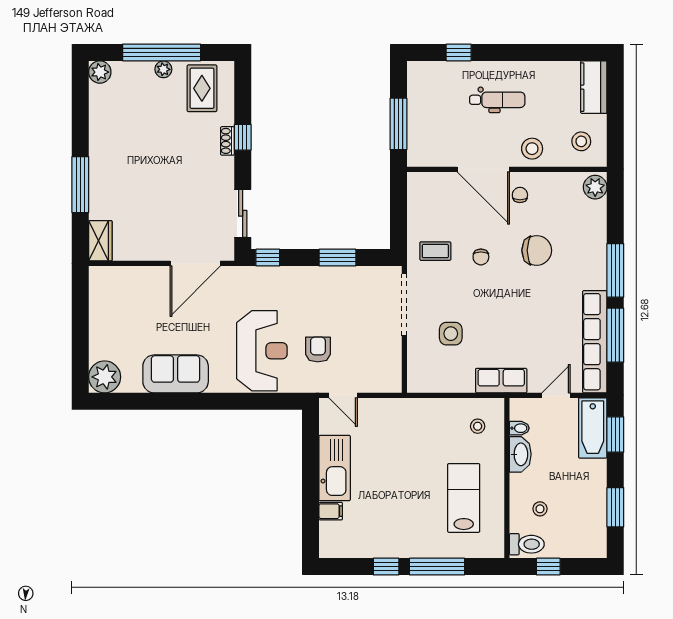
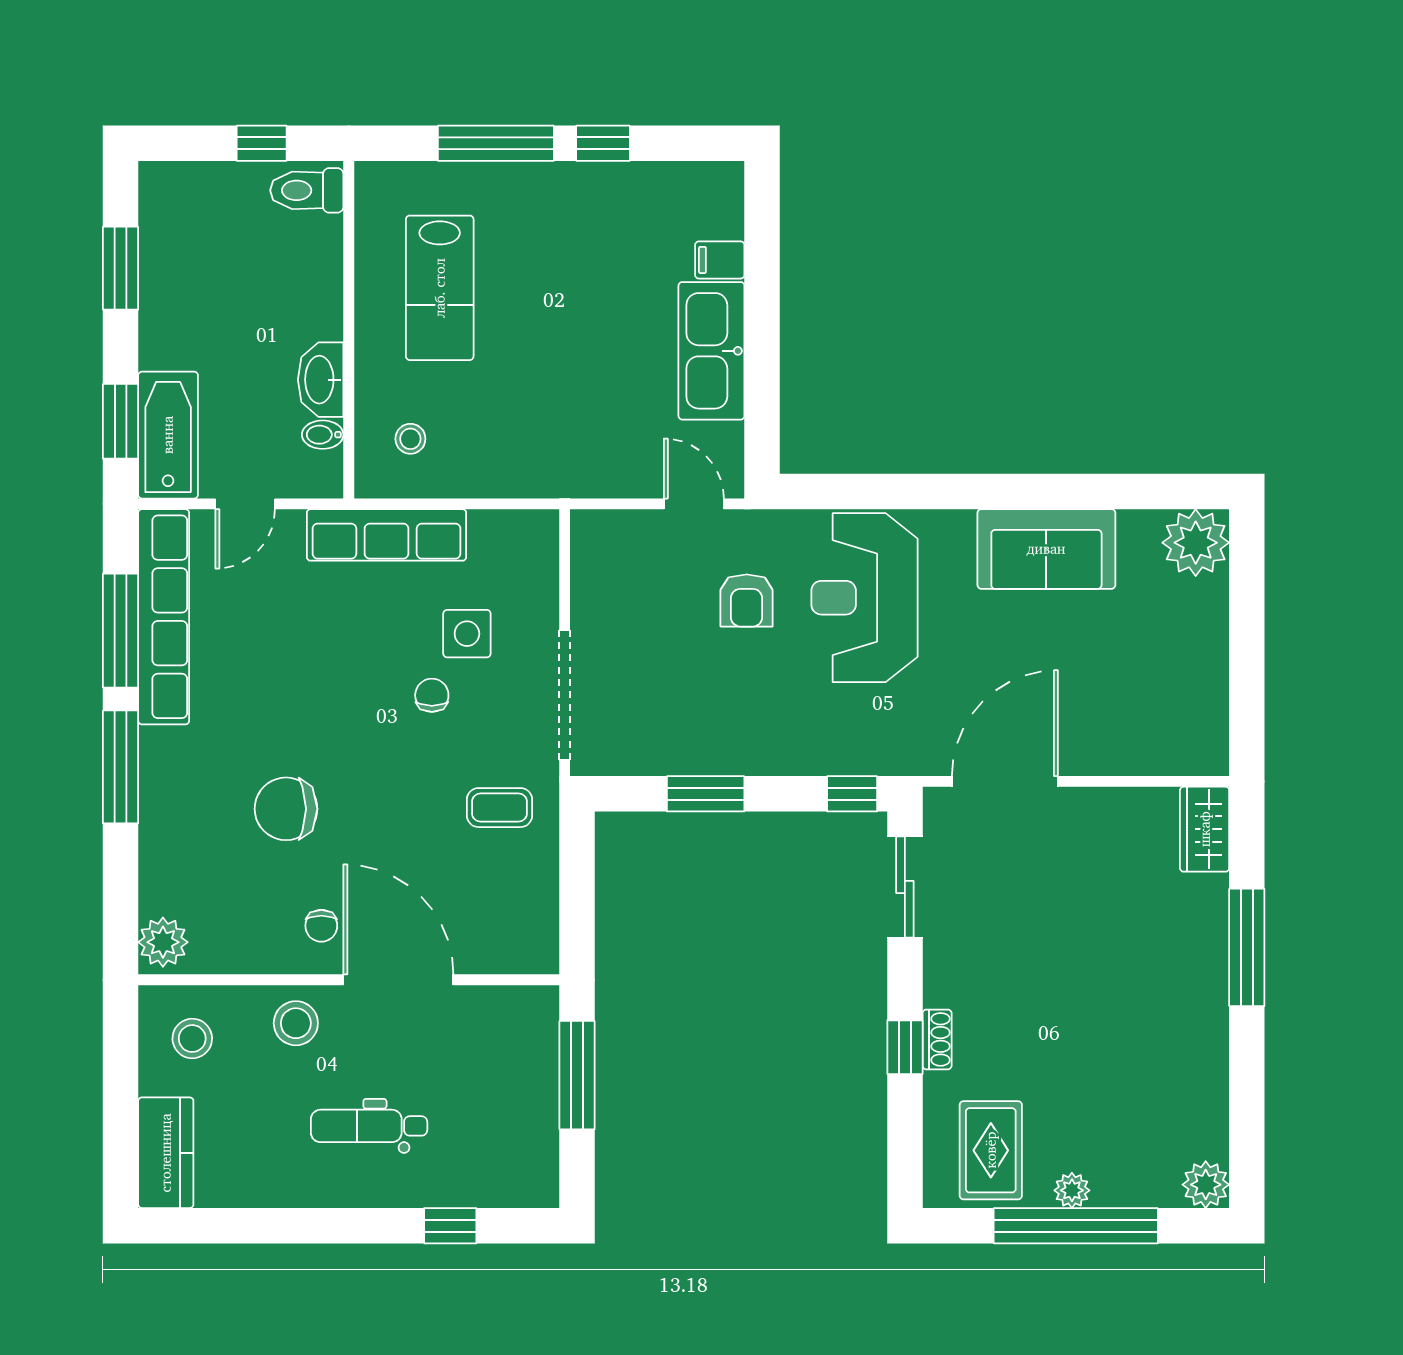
chair: (481, 257) -> (432, 695), moved
row of seats: (501, 381) -> (387, 535), width x1.48
stool: (540, 509) -> (279, 265), removed

